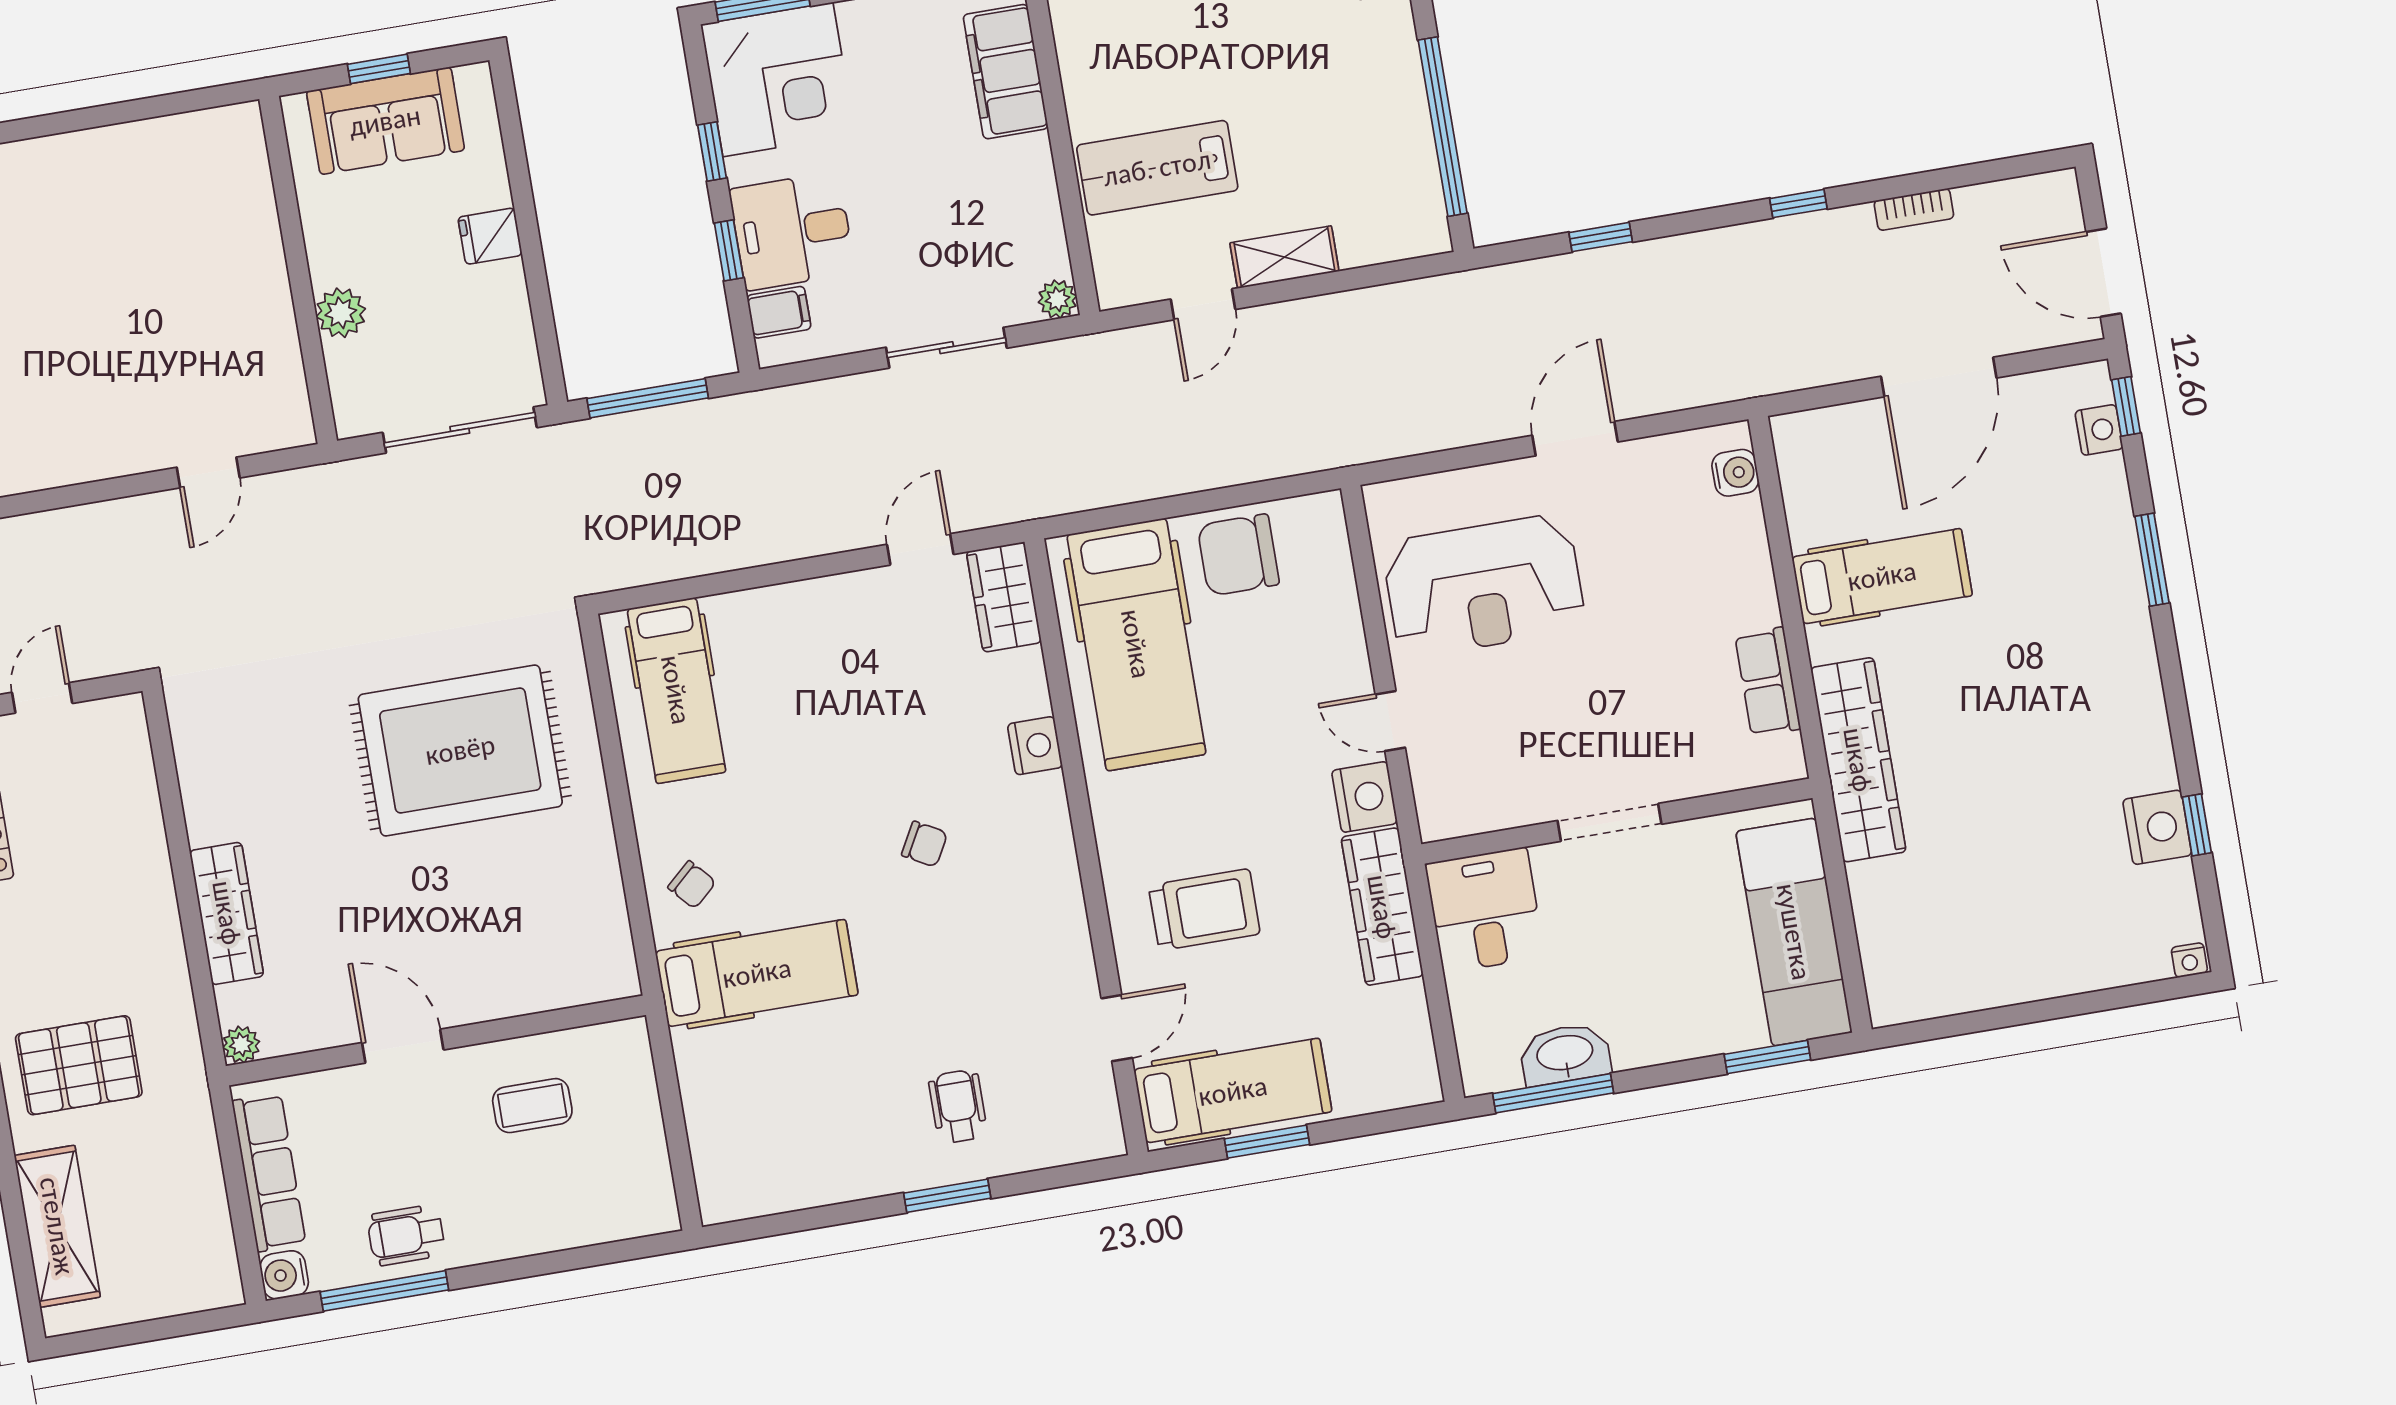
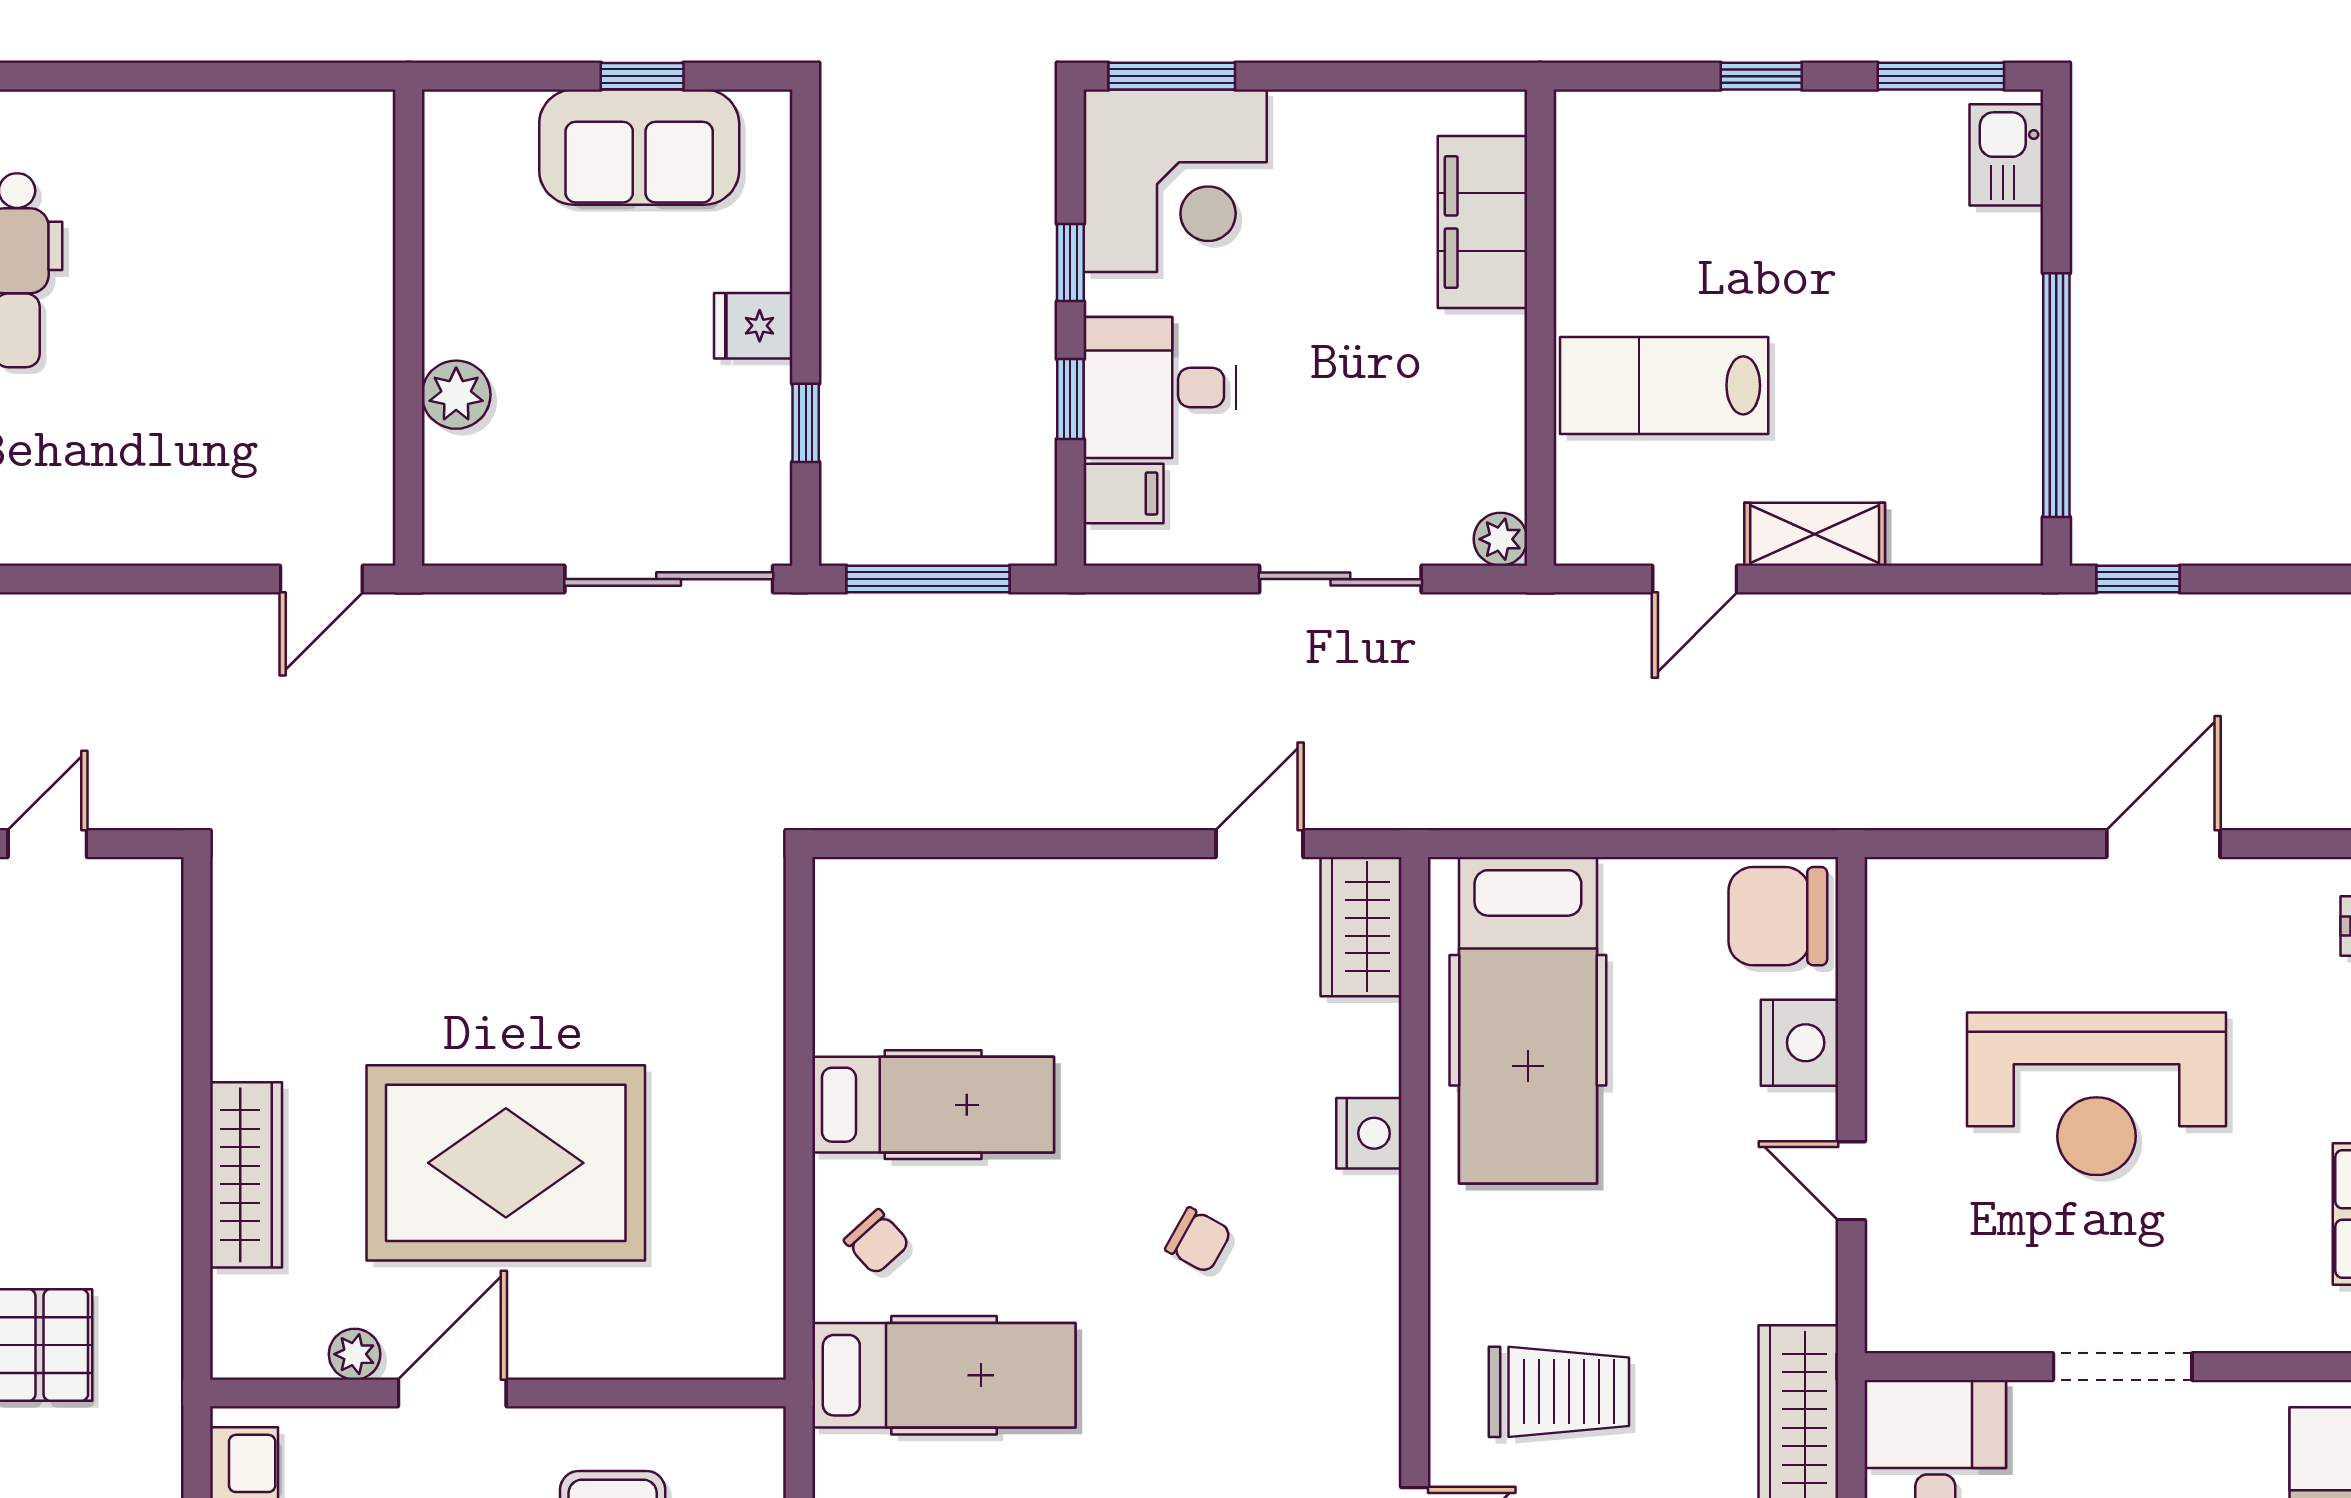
window: (1601, 237) -> (2138, 579), moved
wall: (298, 270) -> (409, 328), moved
window: (540, 300) -> (806, 423), added
plant: (341, 313) -> (456, 395), moved
chair: (1238, 555) -> (1778, 916), moved
reception desk: (1484, 586) -> (2096, 1094), moved
hospital bed: (676, 690) -> (933, 1105), moved, turned -90
rug: (460, 750) -> (506, 1163), moved
nightstand: (1364, 797) -> (1799, 1043), moved
plant: (241, 1045) -> (355, 1354), moved
door: (403, 1046) -> (452, 1393), hinge flipped

